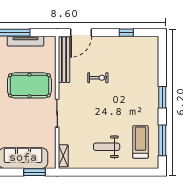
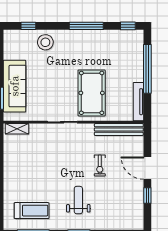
door: (81, 33) -> (147, 168), moved
tv unit: (25, 41) -> (138, 102), moved
weight bench: (107, 147) -> (78, 200), moved

